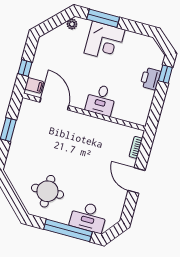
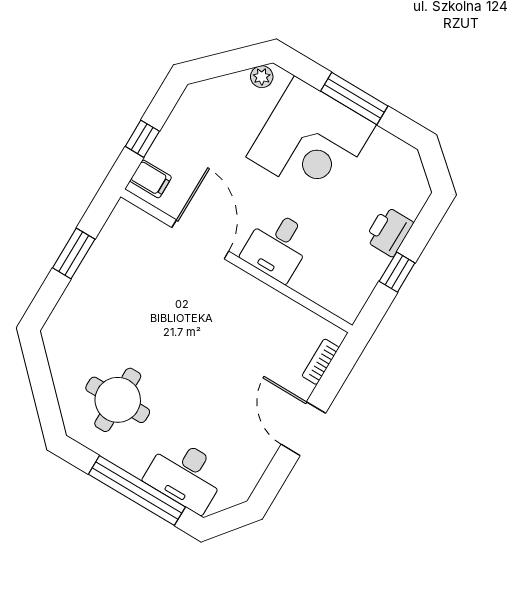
window: (103, 18) -> (354, 98), moved
corner desk: (104, 41) -> (311, 141), width x1.36, depth x1.36
window: (165, 74) -> (397, 272), moved
door: (54, 104) -> (200, 239), moved

